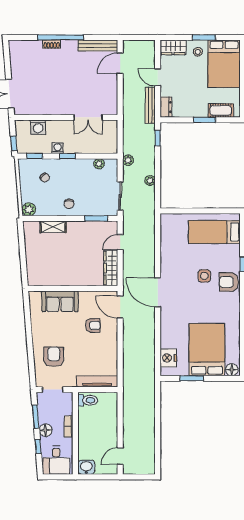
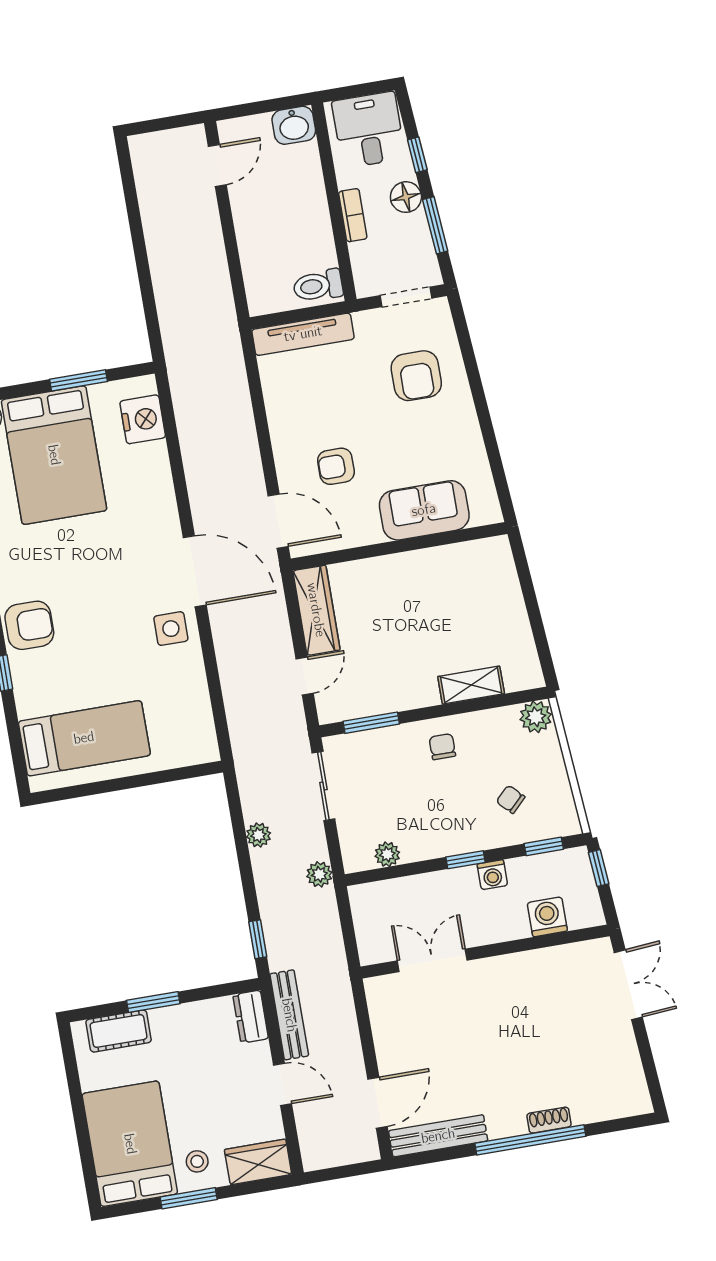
side table: (204, 276) -> (171, 629), moved

